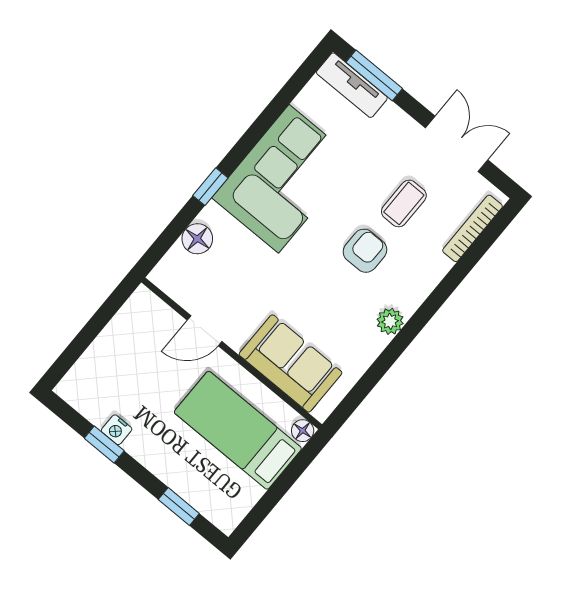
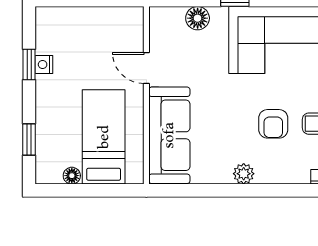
armchair: (365, 251) -> (273, 124), turned 90
sofa: (291, 363) -> (169, 135), width x1.36
floor lamp: (303, 431) -> (72, 176), moved

